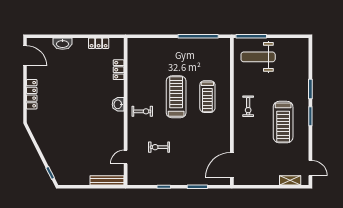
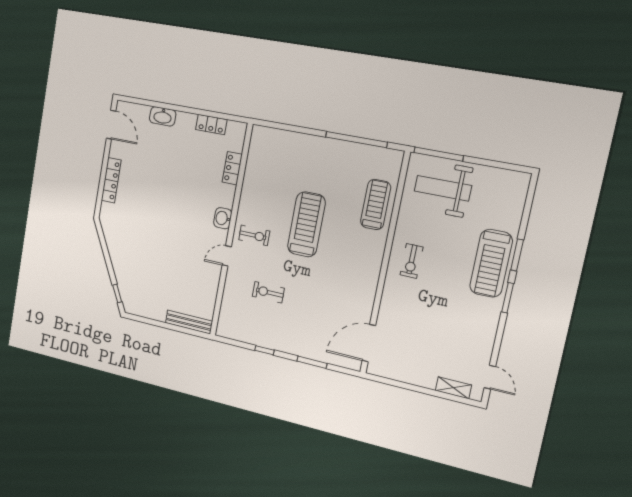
treadmill: (207, 97) -> (376, 205), moved, turned 180
treadmill: (283, 122) -> (491, 263), moved
door: (126, 157) -> (227, 256), moved

